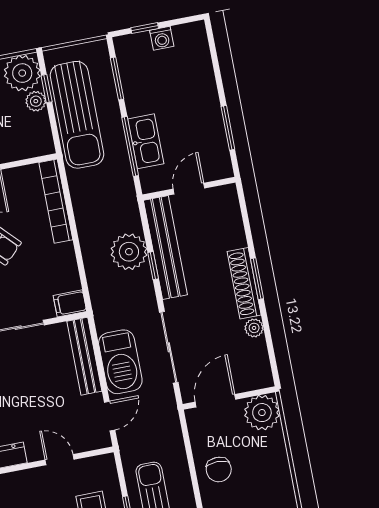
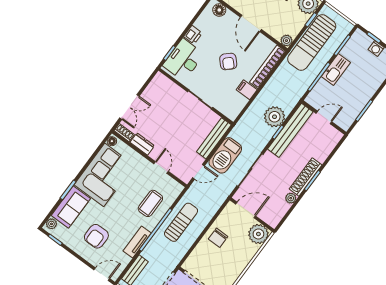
plant: (36, 101) -> (286, 41), moved
kitchen sink: (146, 141) -> (336, 70), moved
filing cabinet: (70, 303) -> (247, 90), moved

